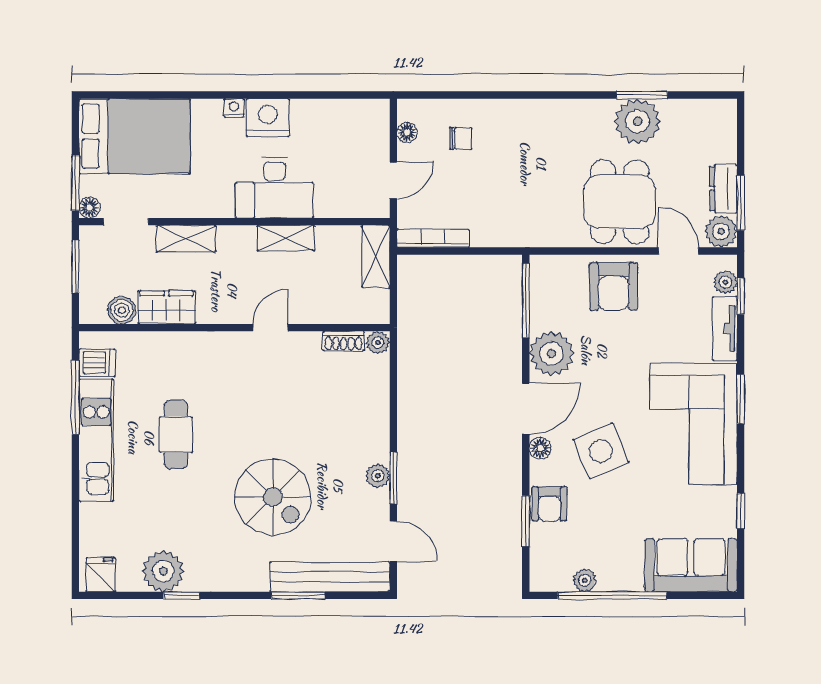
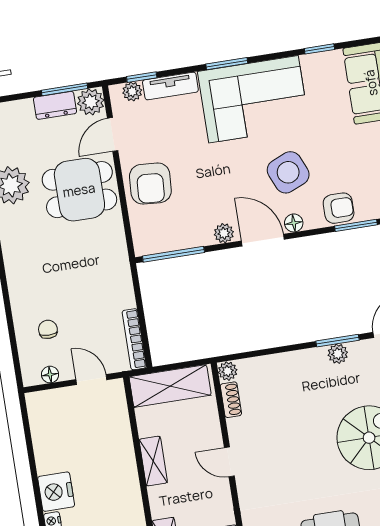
desk: (275, 188) -> (113, 477), removed
shelving: (376, 256) -> (170, 386), width x1.50, depth x1.33
armchair: (613, 286) -> (150, 184), turned 94
plant: (552, 353) -> (224, 233), width x0.53, depth x0.53

